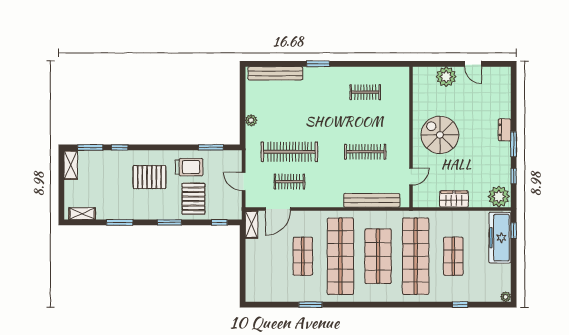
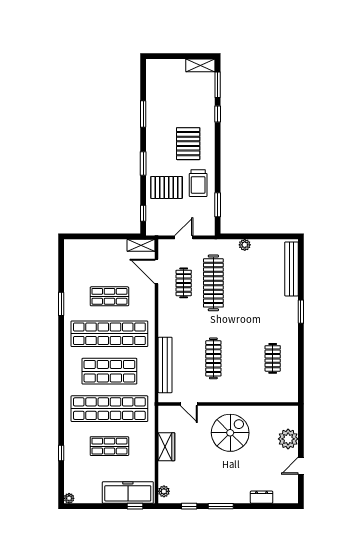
dresser: (505, 130) -> (262, 497), moved
plant: (499, 196) -> (164, 491), width x0.53, depth x0.53
shelving: (82, 214) -> (152, 77), removed

